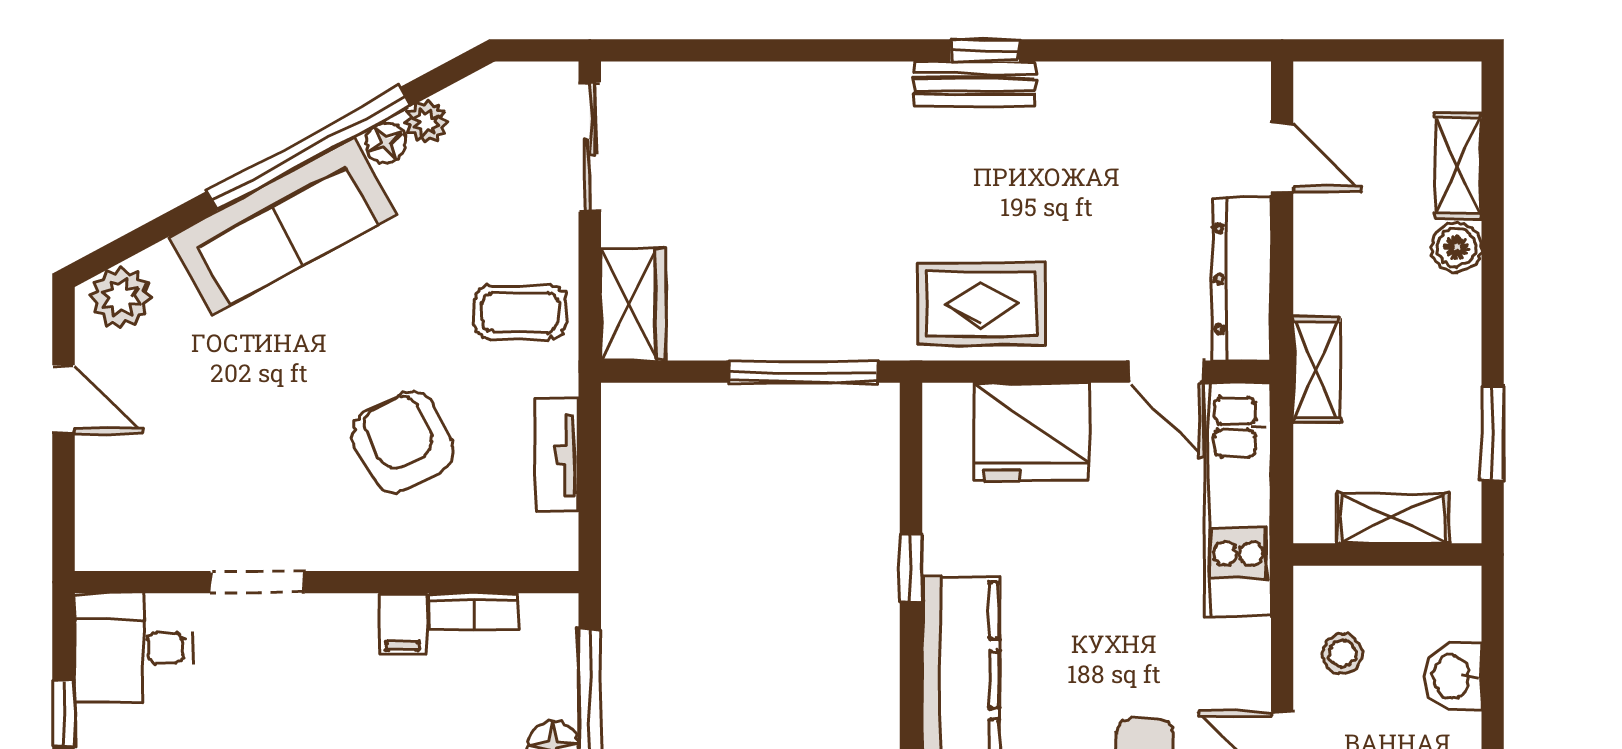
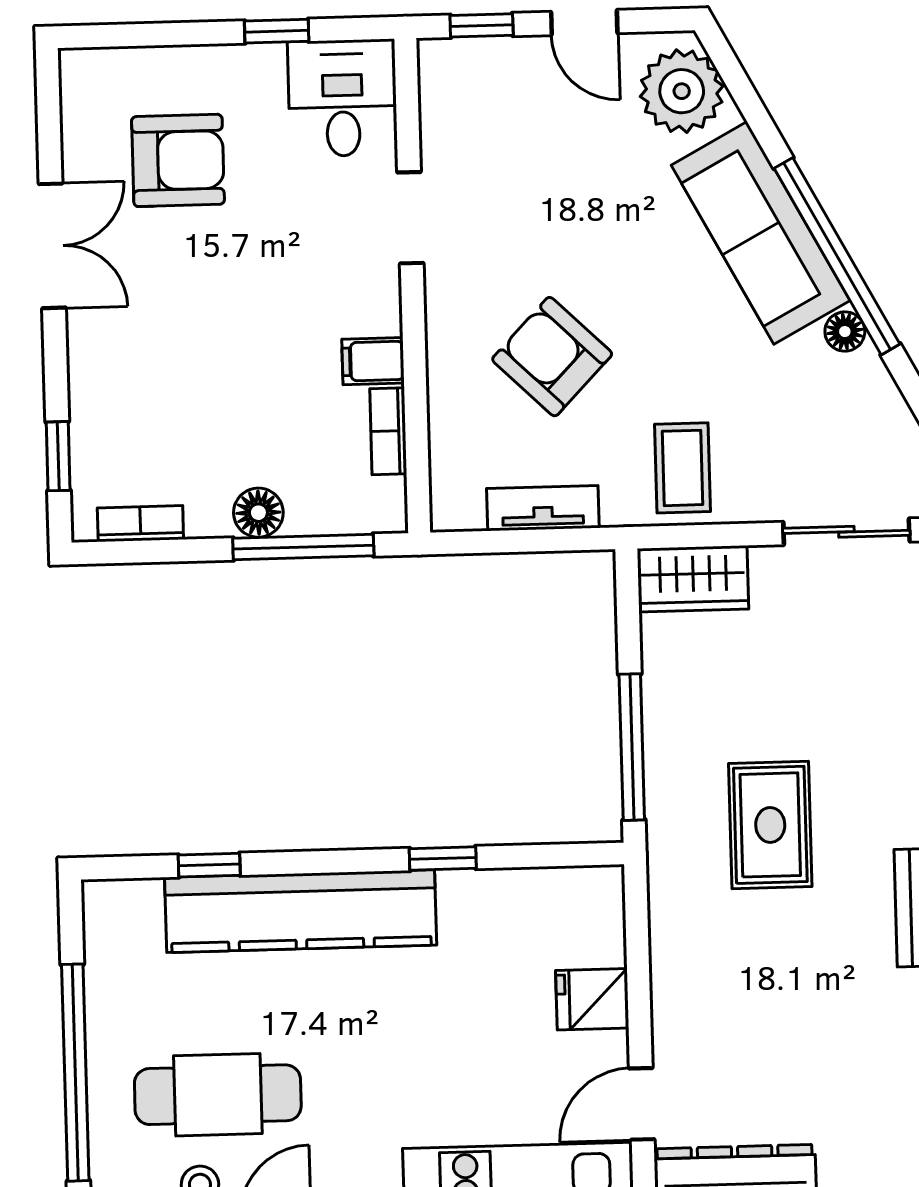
plant: (426, 122) -> (866, 371), removed
plant: (121, 298) -> (682, 91), width x1.36, depth x1.36
rug: (981, 304) -> (770, 825), moved
door: (64, 399) -> (584, 23), hinge flipped
fridge: (1032, 431) -> (592, 999), width x0.53, depth x0.75
armchair: (403, 442) -> (552, 357), turned -109
window: (64, 504) -> (482, 25), added

